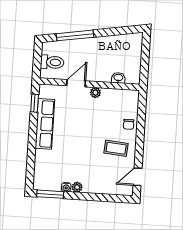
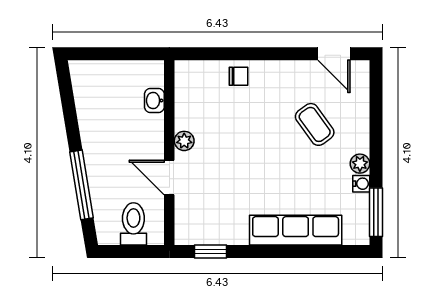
row of seats: (45, 124) -> (296, 230), moved
coffee table: (116, 148) -> (315, 124), moved, turned -41

